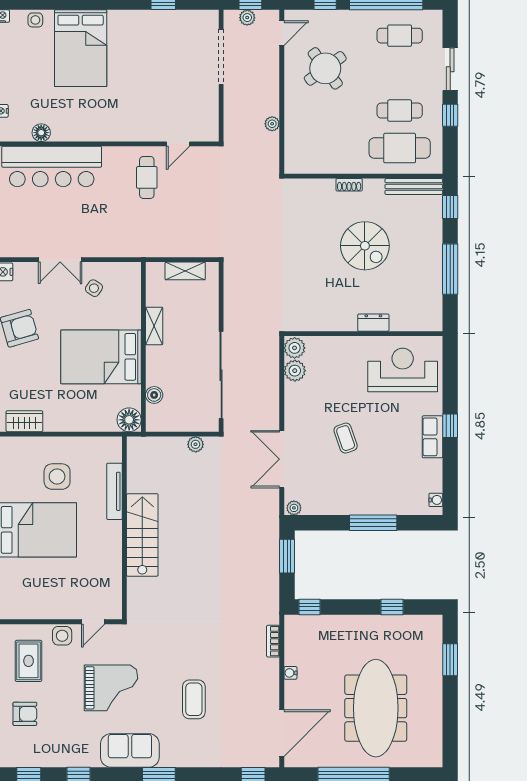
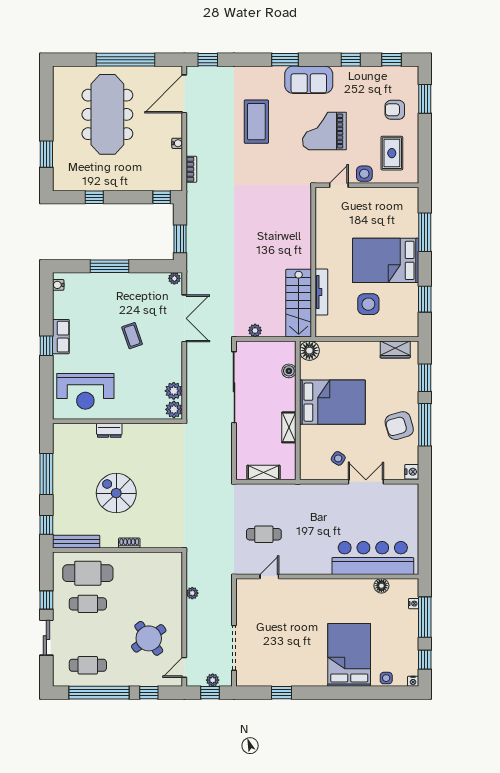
cafe table: (147, 177) -> (264, 534), moved, turned 90
stairs: (142, 535) -> (299, 303), moved
coffee table: (194, 699) -> (256, 122), width x1.36, depth x1.32

